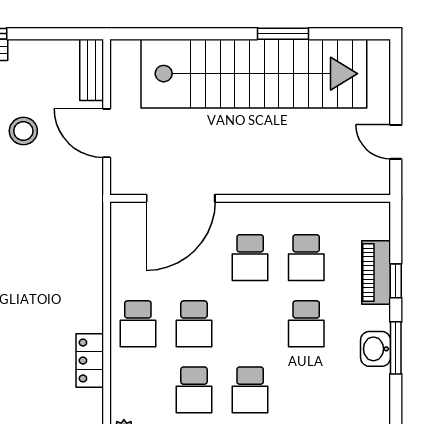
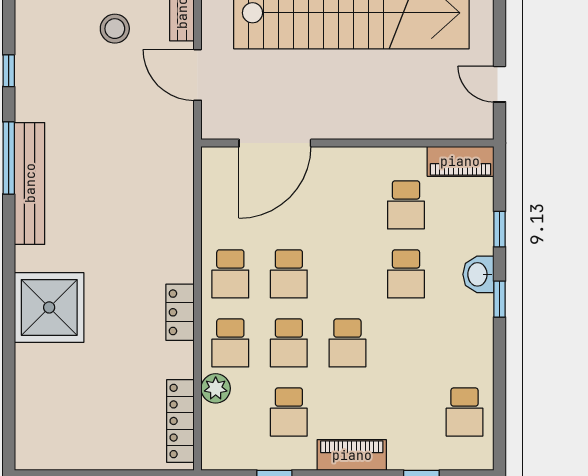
stool: (23, 131) -> (115, 29), moved
school desk: (250, 258) -> (230, 343), moved
piano: (376, 272) -> (460, 161), moved, turned -90
window: (396, 348) -> (500, 299), width x0.67
washbasin: (376, 349) -> (478, 274), moved

